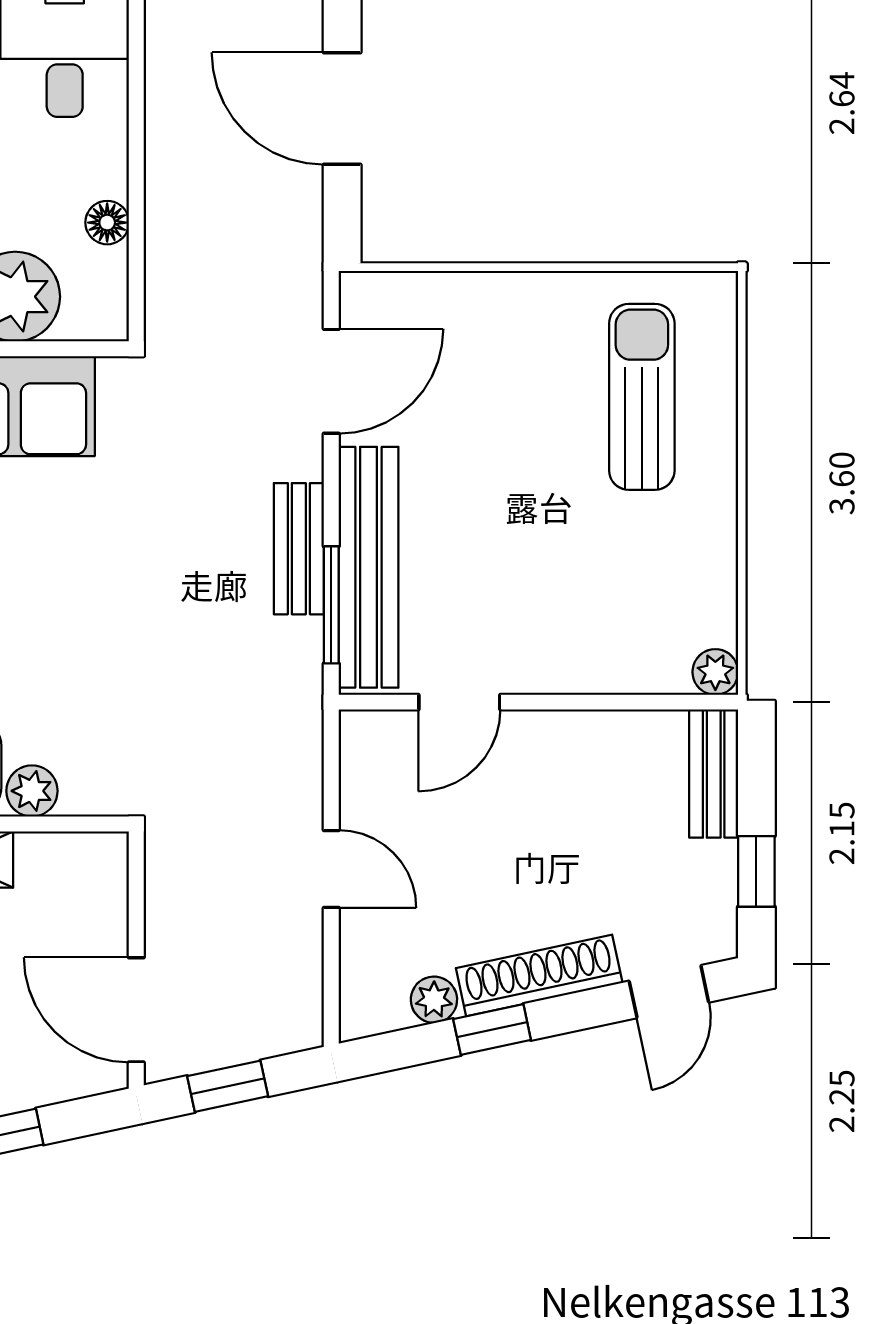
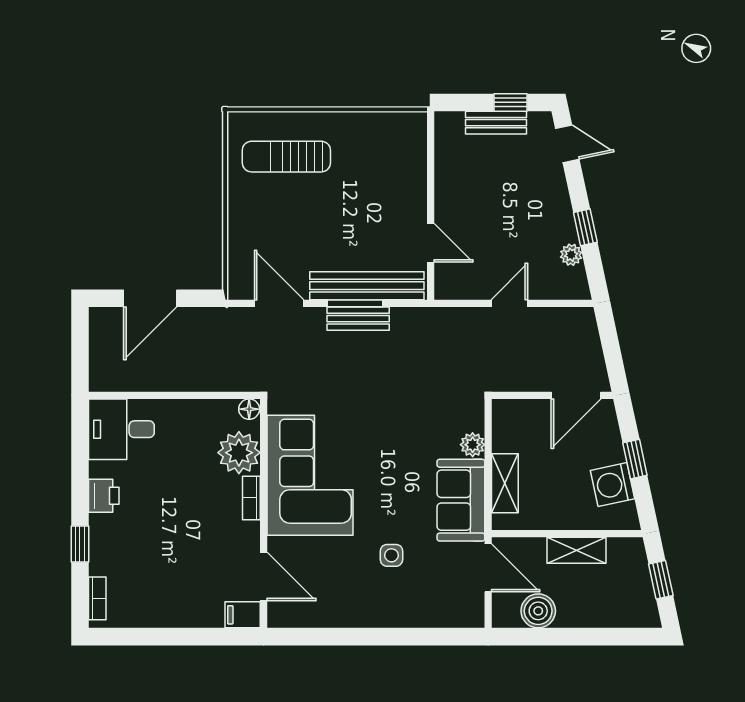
floor lamp: (107, 223) -> (249, 409), moved
window: (331, 605) -> (355, 303), moved
plant: (715, 672) -> (416, 122), removed
bench: (714, 774) -> (496, 123), moved
shoe rack: (539, 975) -> (560, 205), removed
window: (228, 1086) -> (612, 352), removed

